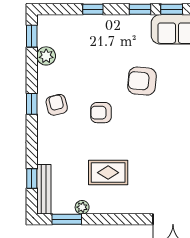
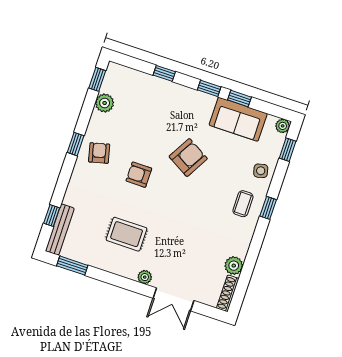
armchair: (142, 81) -> (188, 158), turned 115
plant: (82, 207) -> (145, 277), moved

